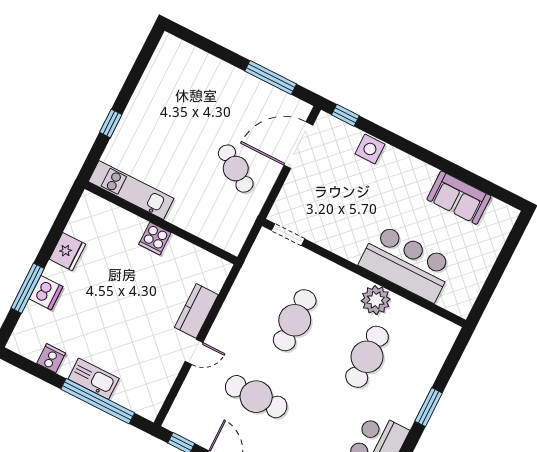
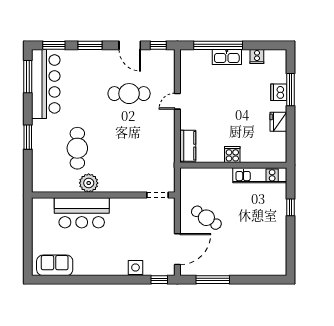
sofa: (459, 198) -> (55, 265), moved
kitchen counter: (196, 311) -> (188, 146), moved
cafe table: (295, 320) -> (129, 148), removed

